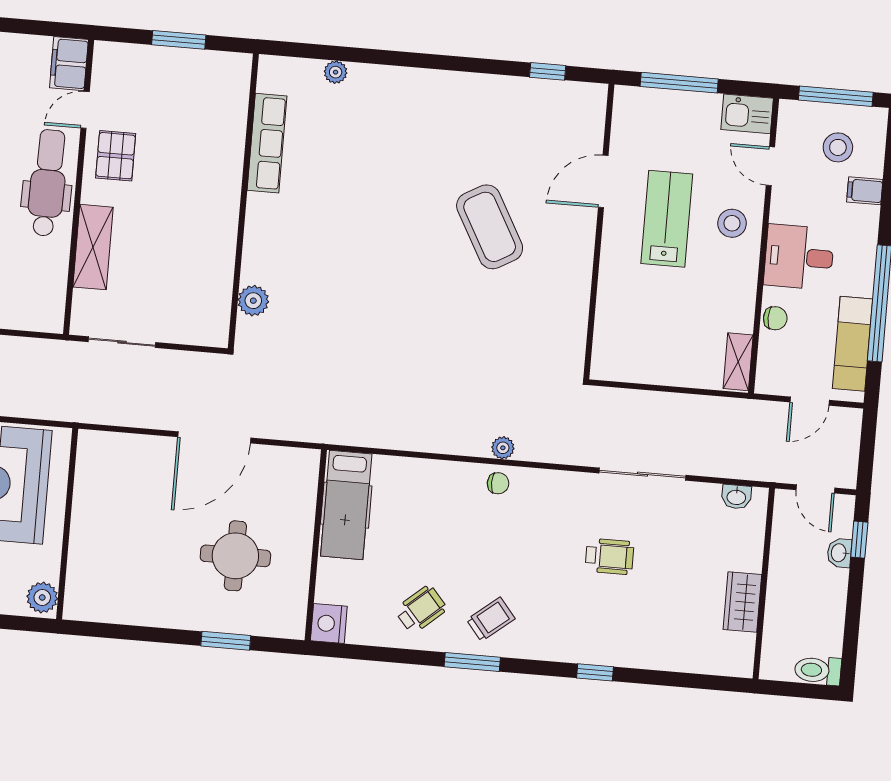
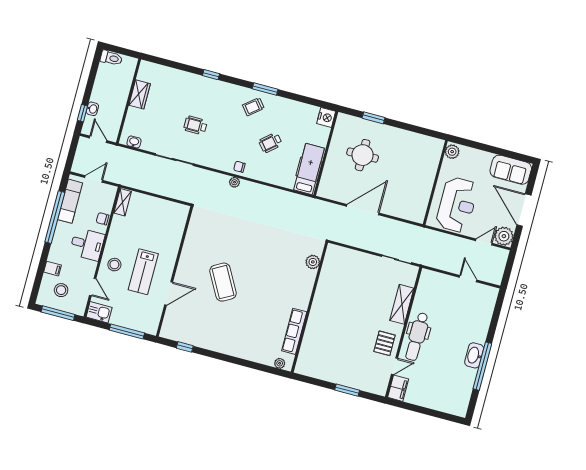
row of seats: (267, 143) -> (294, 331), moved
wall: (243, 201) -> (309, 307), moved
plant: (253, 301) -> (313, 262), moved
wheelchair: (421, 609) -> (270, 143), moved

